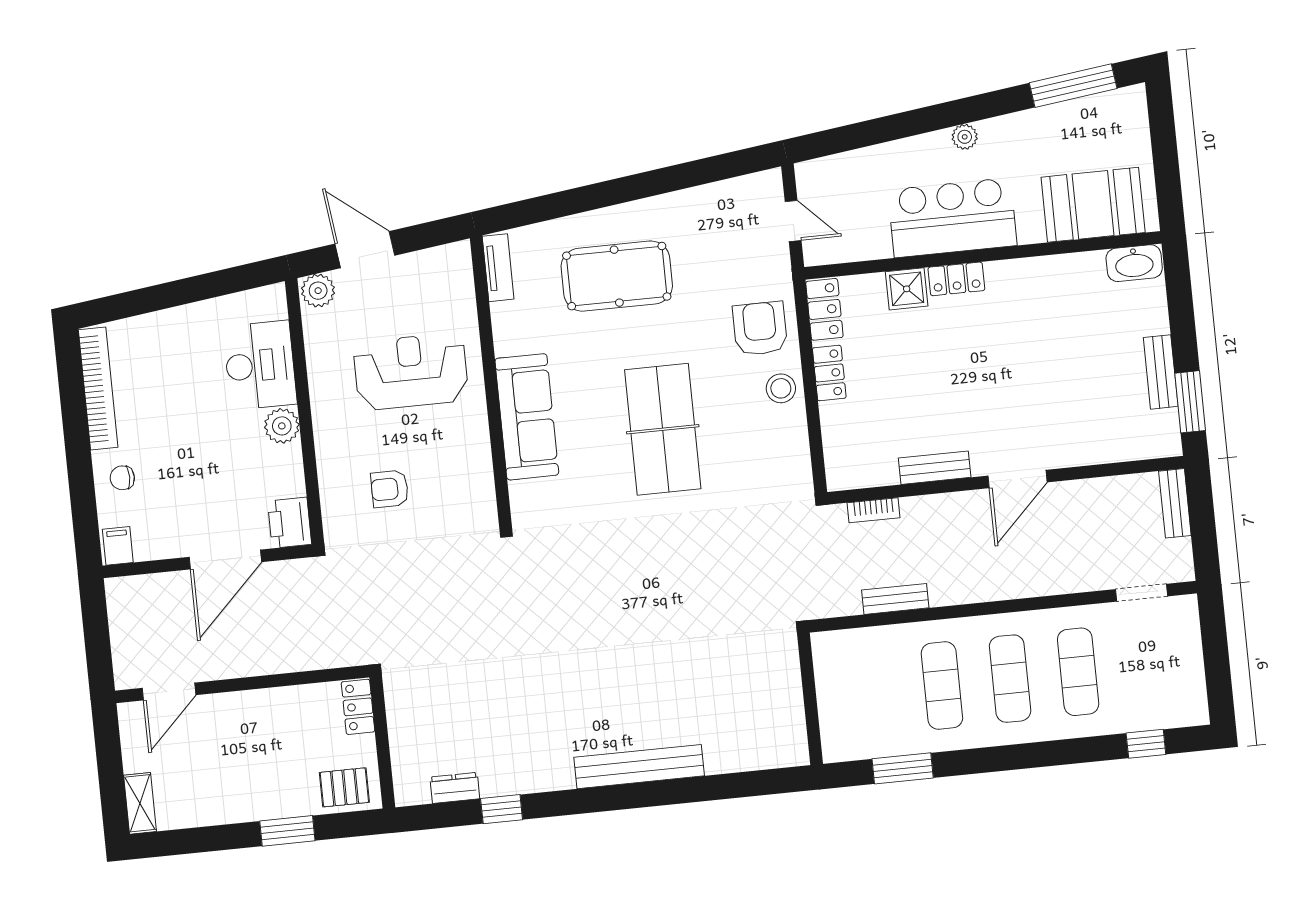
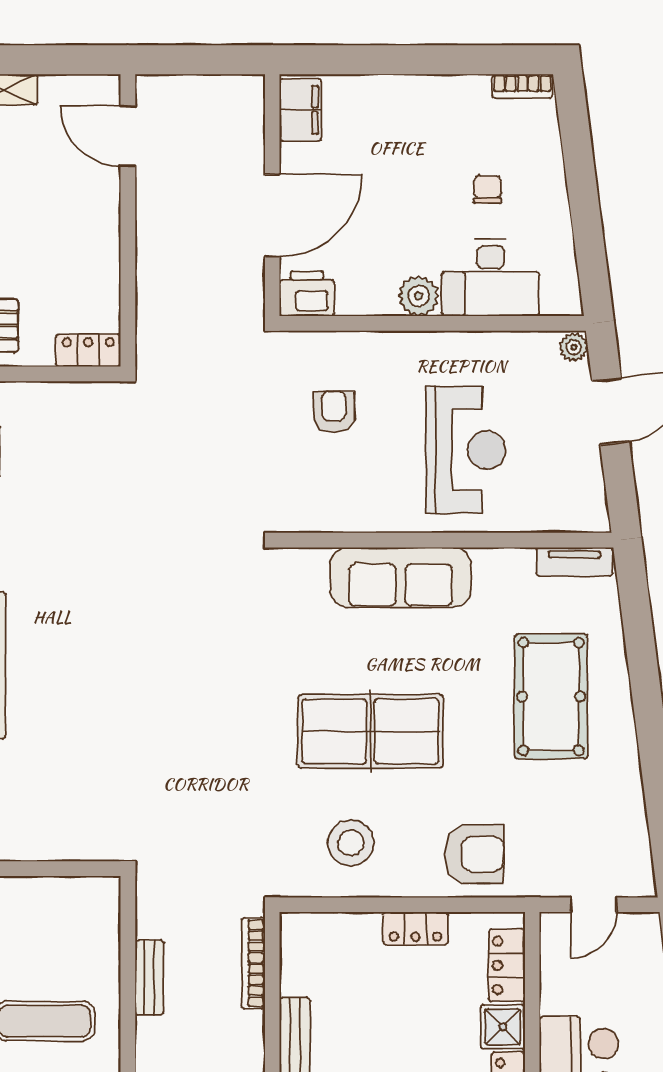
plant: (318, 291) -> (574, 347), width x0.73, depth x0.73
locker: (824, 309) -> (507, 965), moved, turned 90
bookcase: (98, 388) -> (522, 86), width x0.43, depth x0.76
stool: (781, 388) -> (351, 843), moved, width x1.38, depth x1.38
chair: (122, 478) -> (487, 190), moved
bookcase: (874, 510) -> (253, 963), width x1.56
filing cabinet: (118, 546) -> (300, 110), width x2.00
door: (225, 560) -> (272, 216), swing flipped

